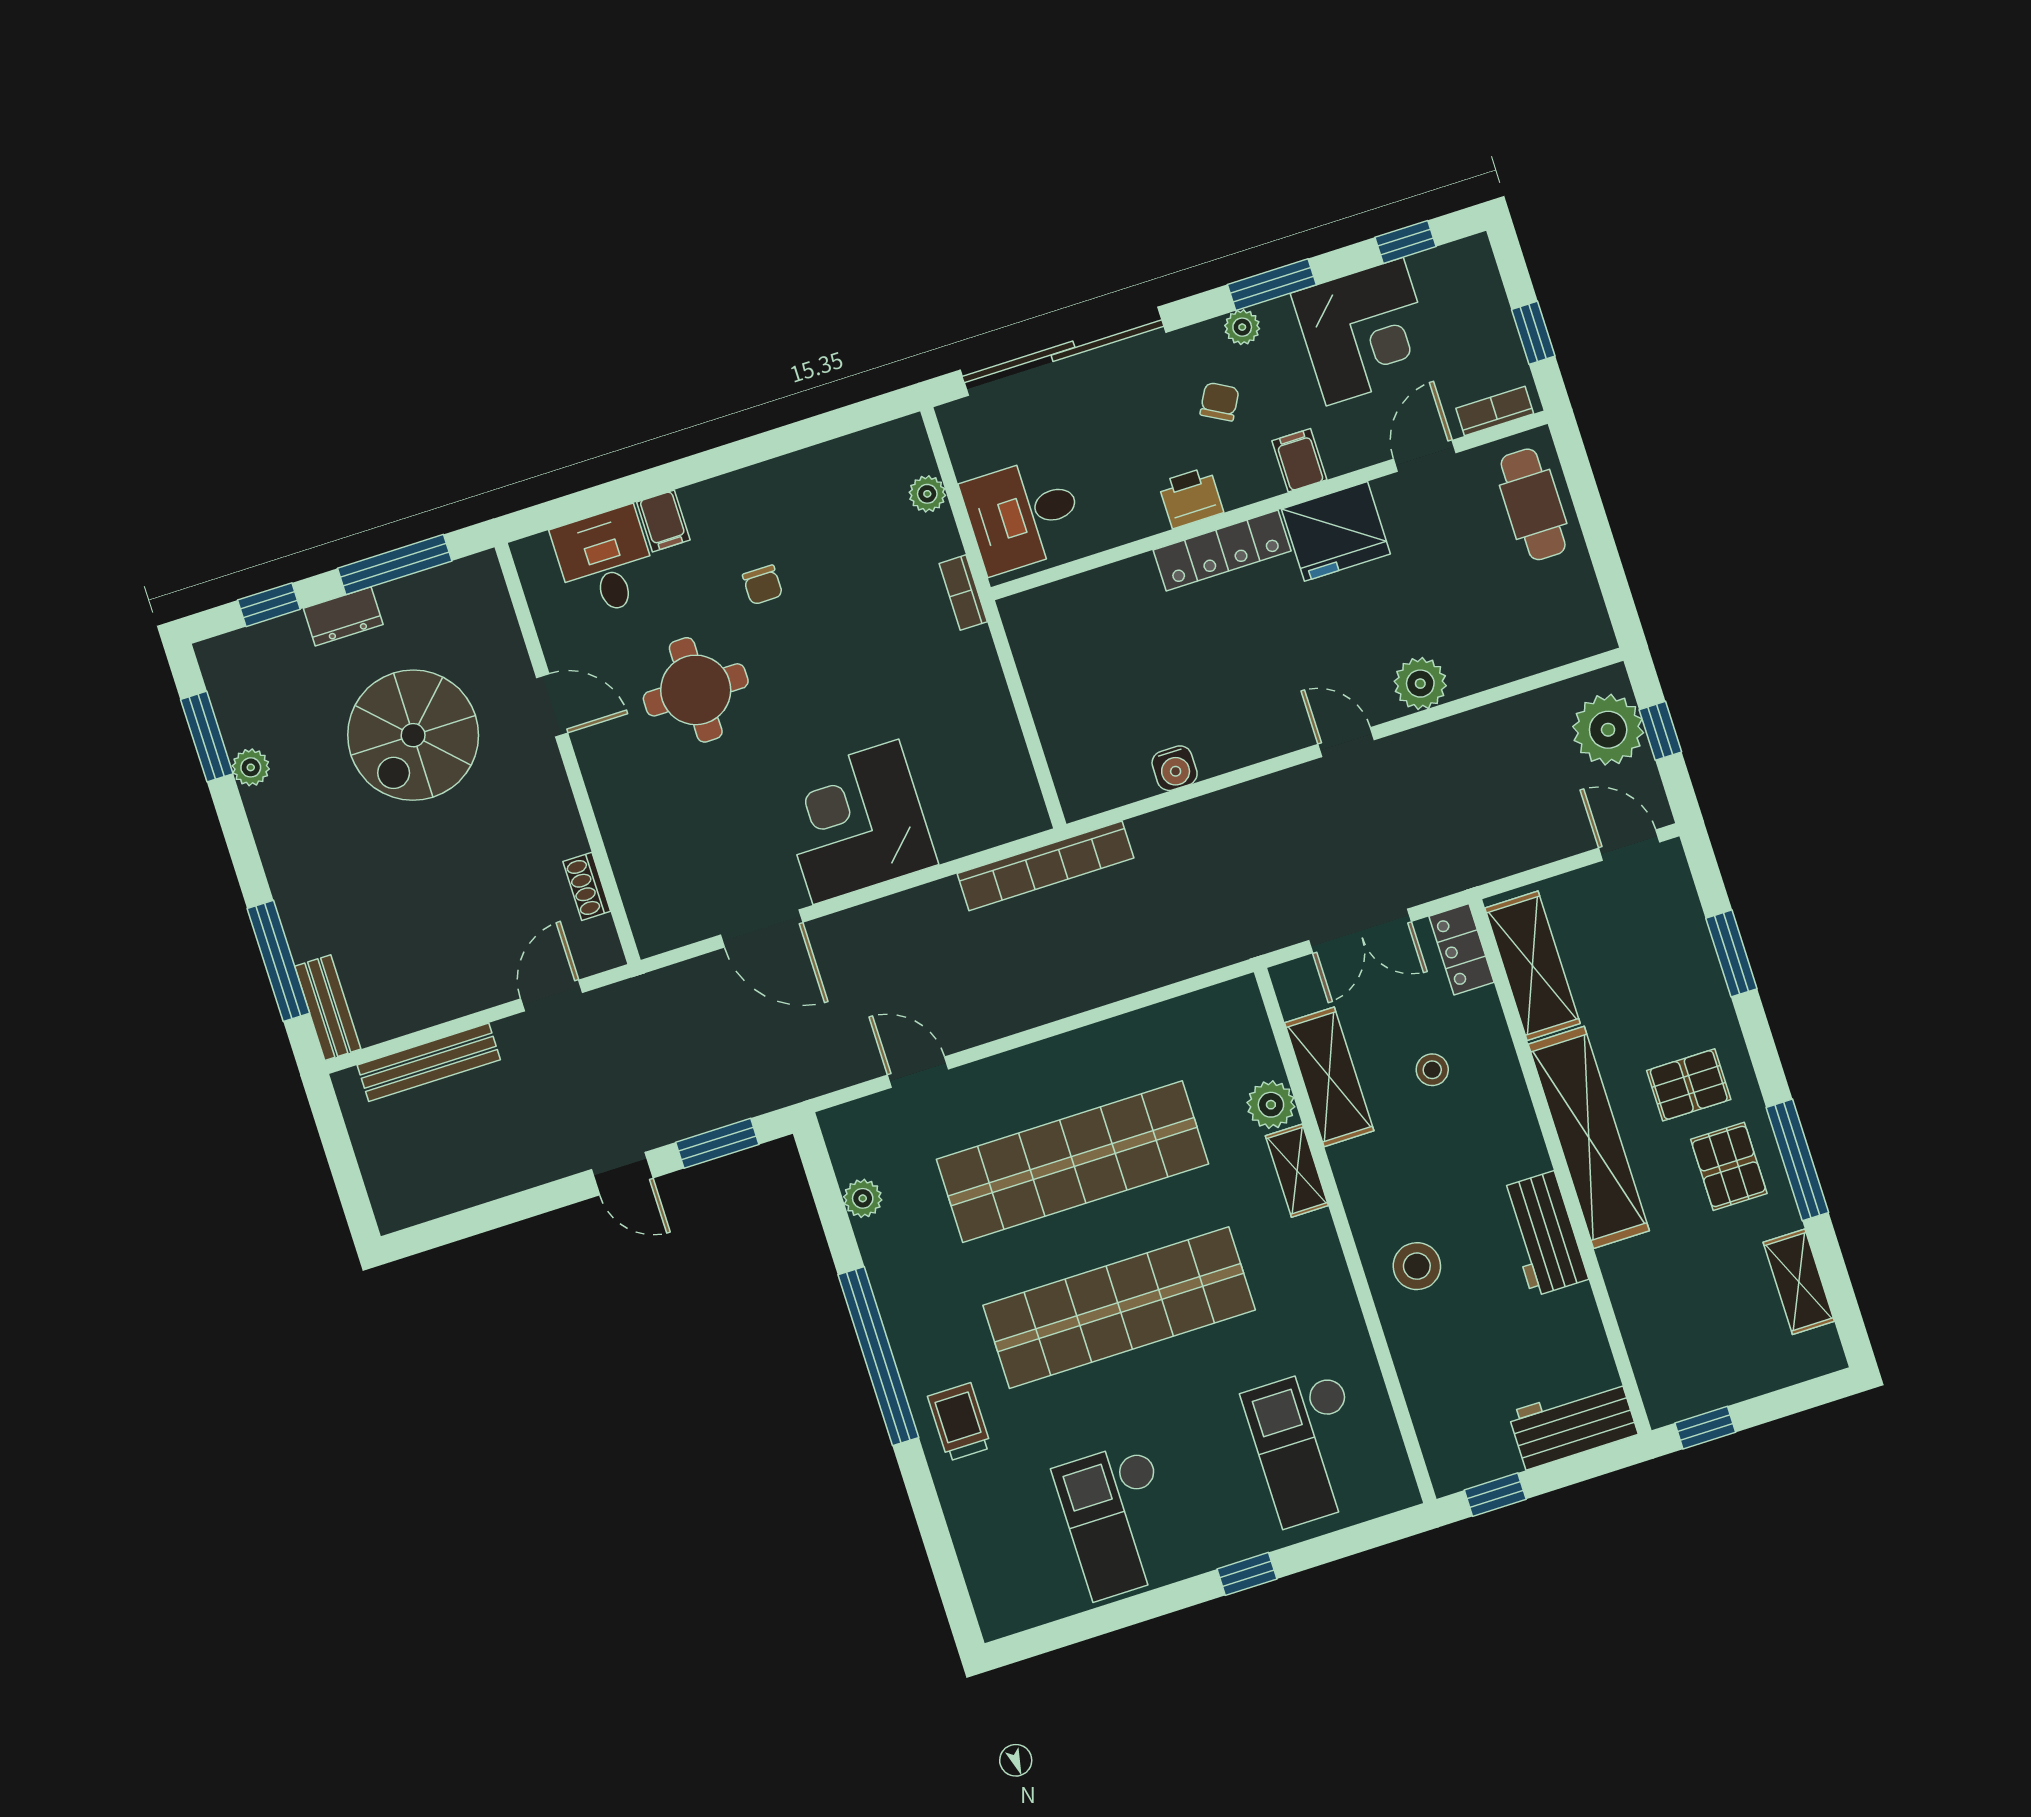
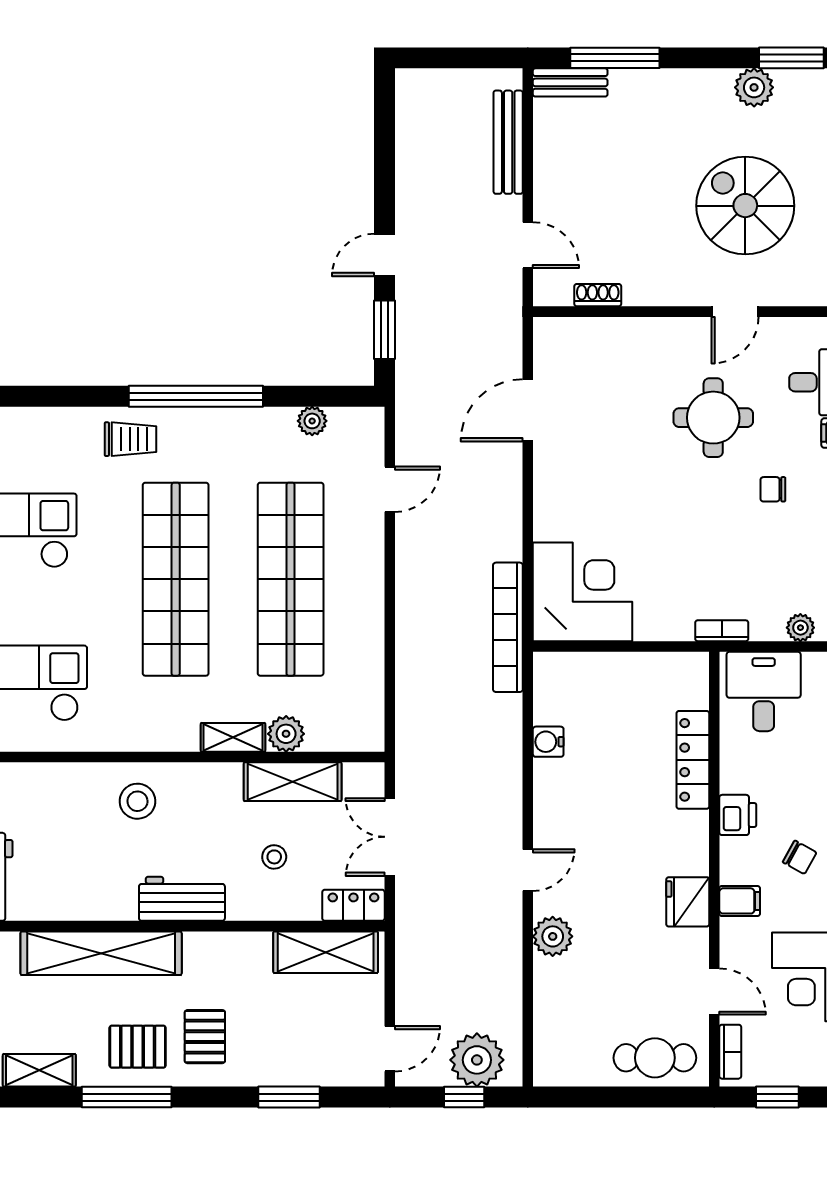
fridge: (1336, 531) -> (688, 902), width x0.73, depth x0.75
locker: (1222, 550) -> (693, 760), moved
plant: (251, 767) -> (754, 87), width x1.38, depth x1.38
corner desk: (856, 822) -> (582, 592), moved
shelving: (1589, 1137) -> (101, 953), moved
workbench: (1543, 1234) -> (182, 899), moved

